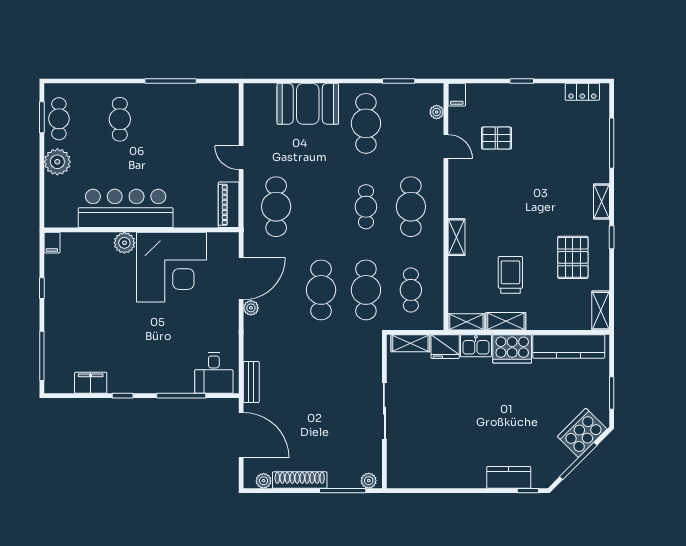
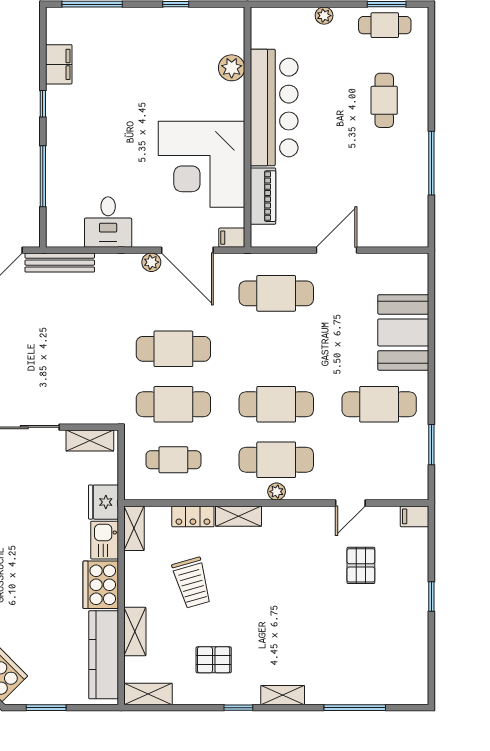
locker: (582, 92) -> (193, 516), moved, turned -90
plant: (437, 112) -> (277, 492), moved
cafe table: (120, 119) -> (384, 100), turned 90
door: (241, 158) -> (337, 250), width x1.37
plant: (57, 162) -> (324, 16), width x0.53, depth x0.53
piano: (229, 205) -> (263, 196), moved, turned 90
cafe table: (366, 207) -> (276, 404), width x1.37, depth x1.35
filing cabinet: (52, 243) -> (232, 238), moved
plant: (124, 243) -> (232, 68), moved
pallet: (573, 257) -> (214, 660), width x0.67, depth x0.71
trolley: (510, 275) -> (192, 583), turned 74
shelving: (506, 321) -> (135, 632), moved
shelving: (410, 343) -> (90, 441), moved, turned 90
desk: (214, 373) -> (108, 222), moved, turned -90
bench: (251, 382) -> (60, 263), width x1.36

